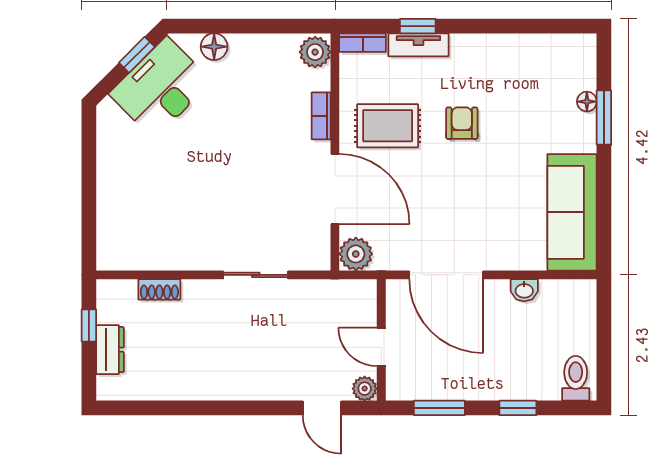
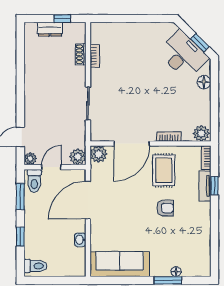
bookcase: (162, 261) -> (95, 56), added
plant: (361, 295) -> (78, 157), added
toilet: (408, 380) -> (34, 181), added

